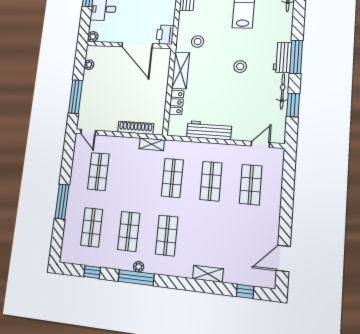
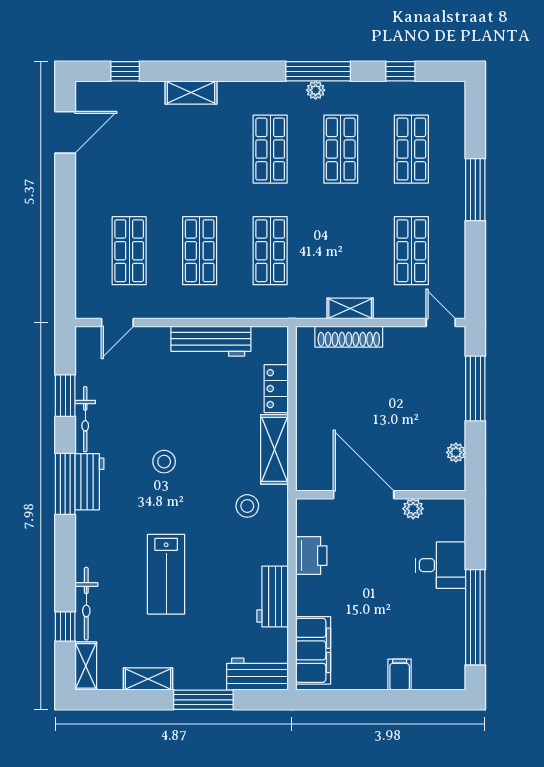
printer: (165, 35) -> (311, 556), moved
plant: (93, 37) -> (413, 509), moved
shelving: (152, 144) -> (350, 308), moved

